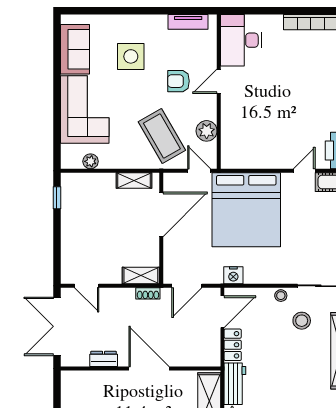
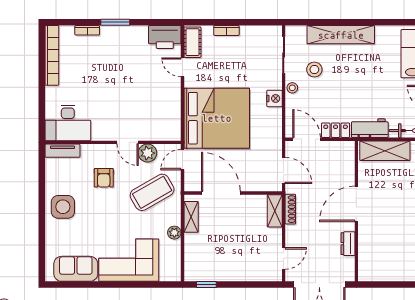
tv unit: (188, 22) -> (62, 151), moved, turned 90
side table: (131, 56) -> (63, 207), moved
door: (219, 81) -> (128, 142), moved
plant: (91, 161) -> (174, 233), moved
nightstand: (233, 275) -> (274, 98), moved
shoe rack: (148, 293) -> (290, 209), width x1.43

